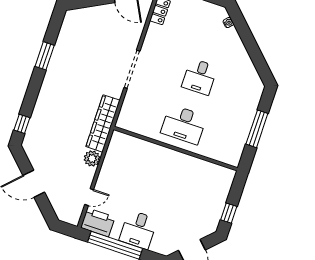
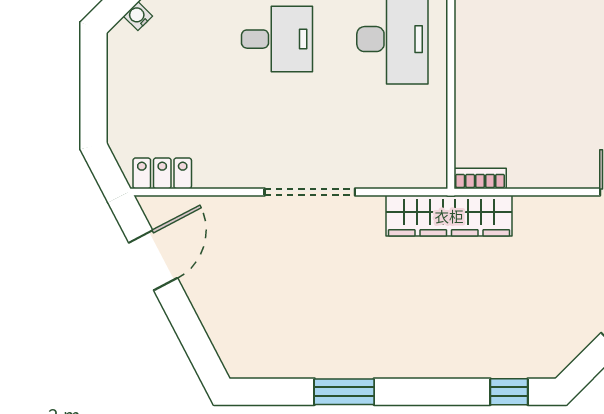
bookcase: (114, 141) -> (480, 178), added
plant: (92, 158) -> (533, 214), removed

